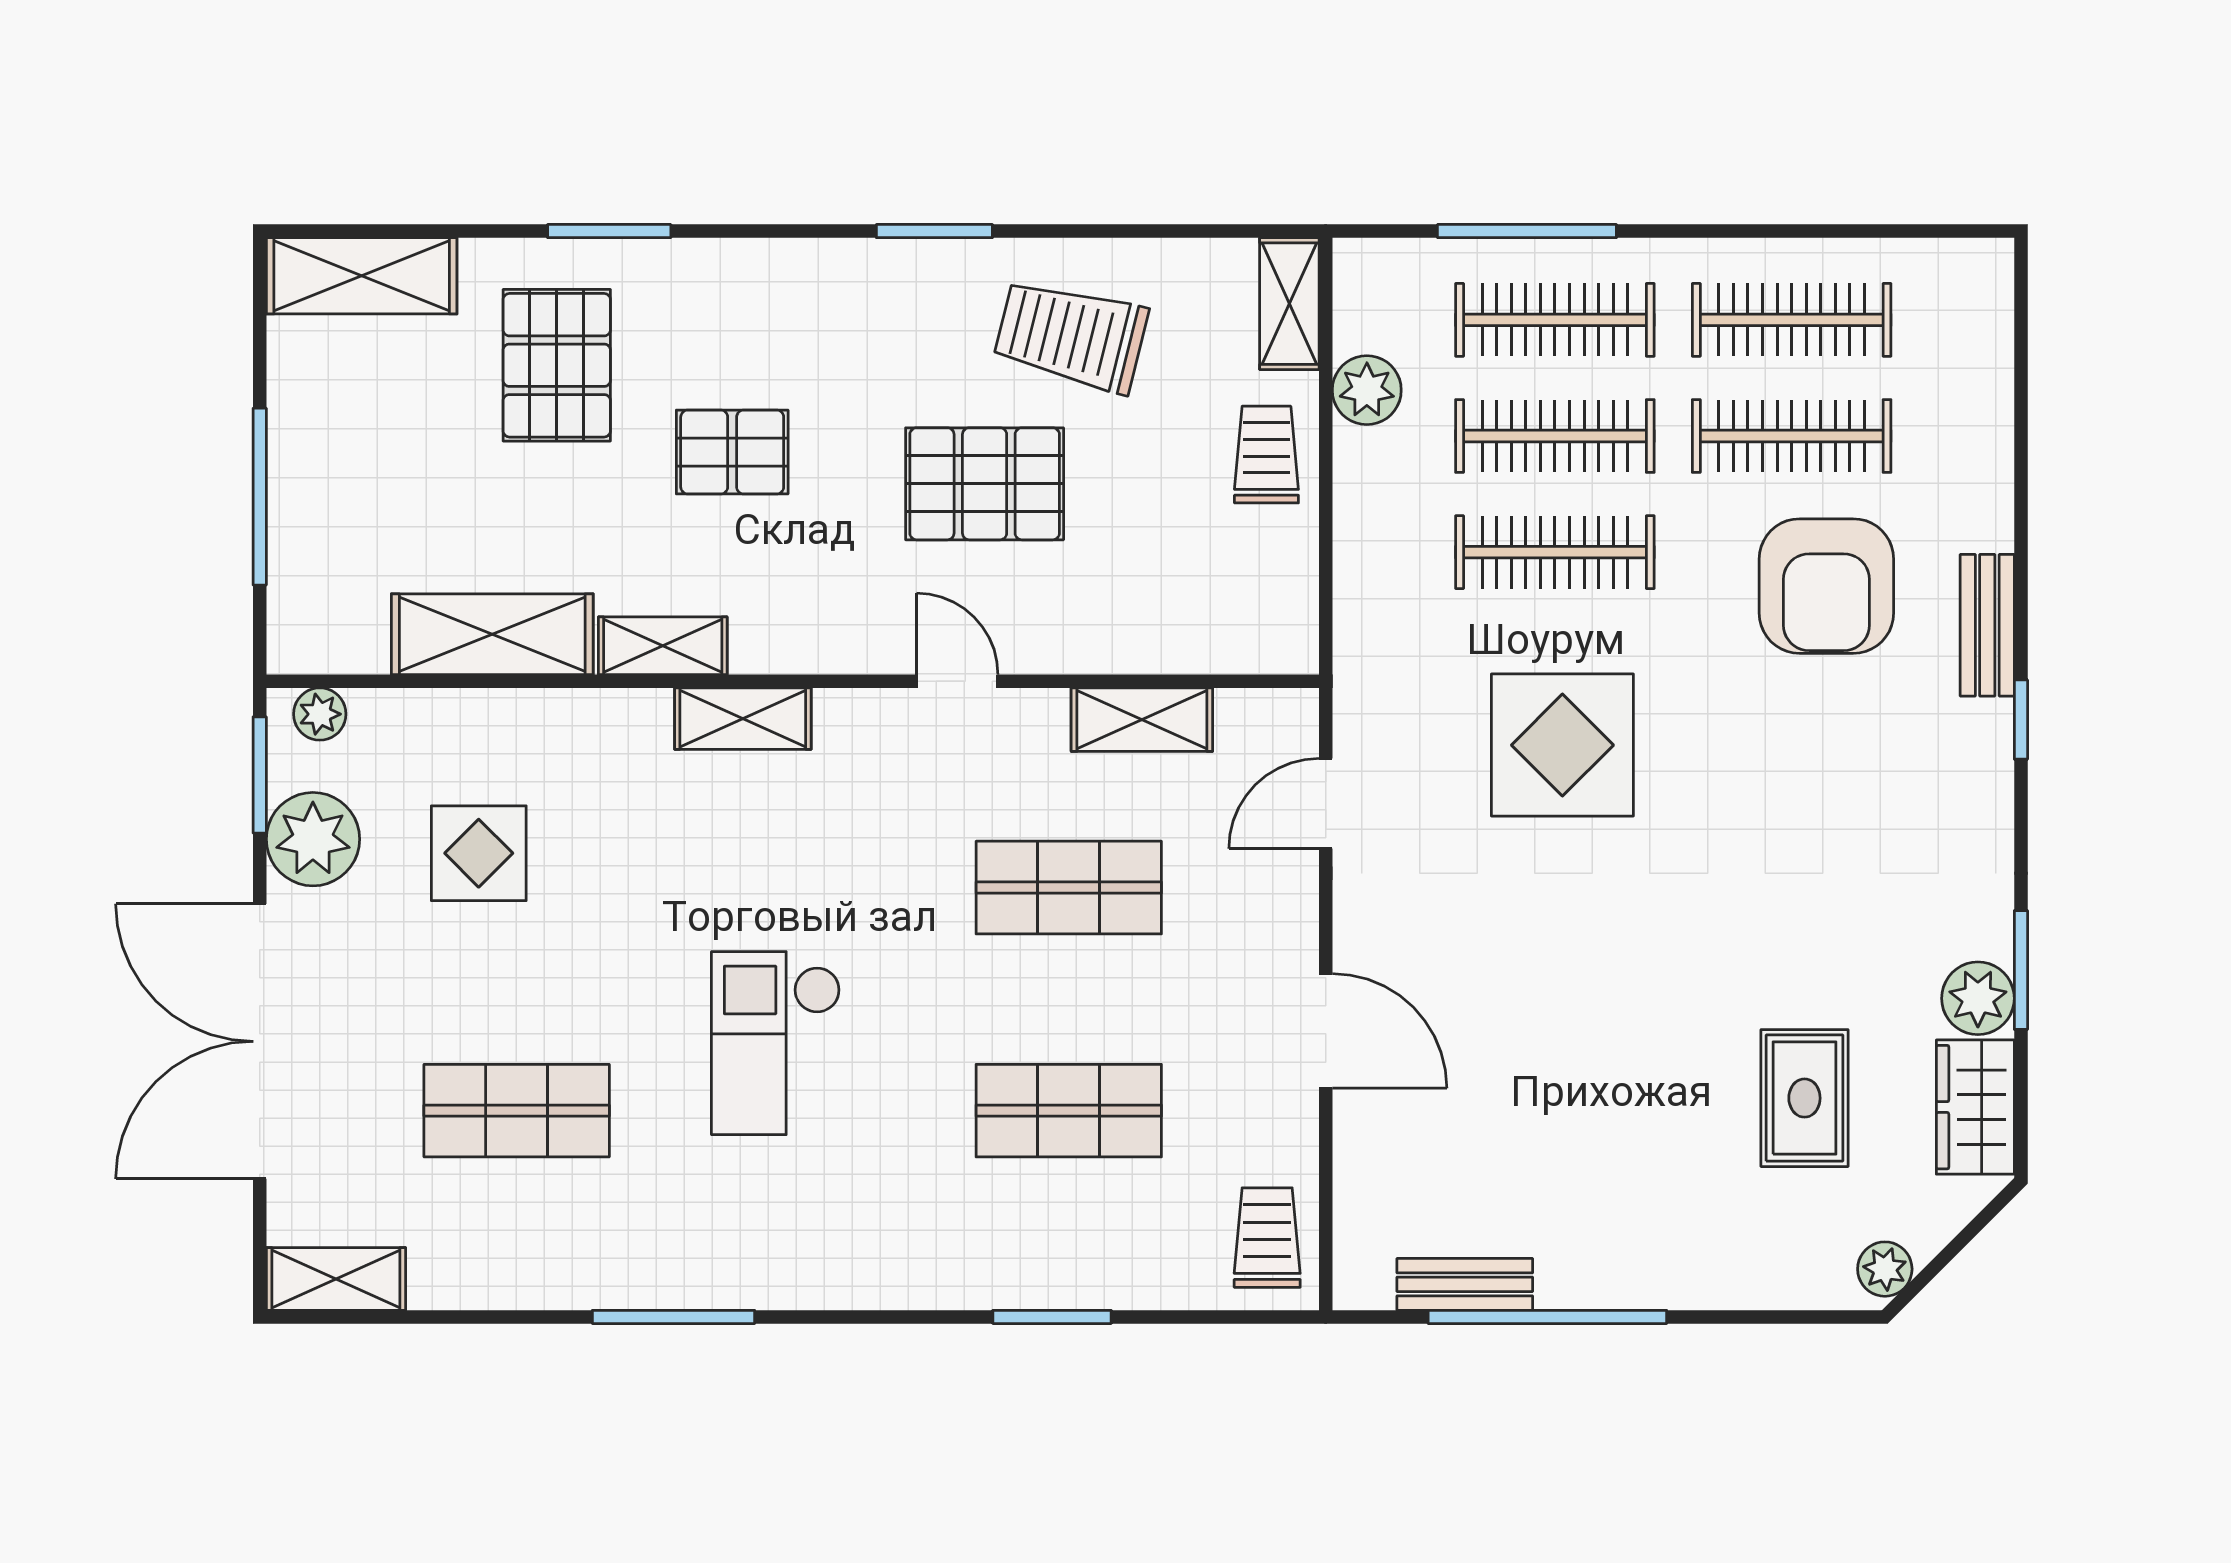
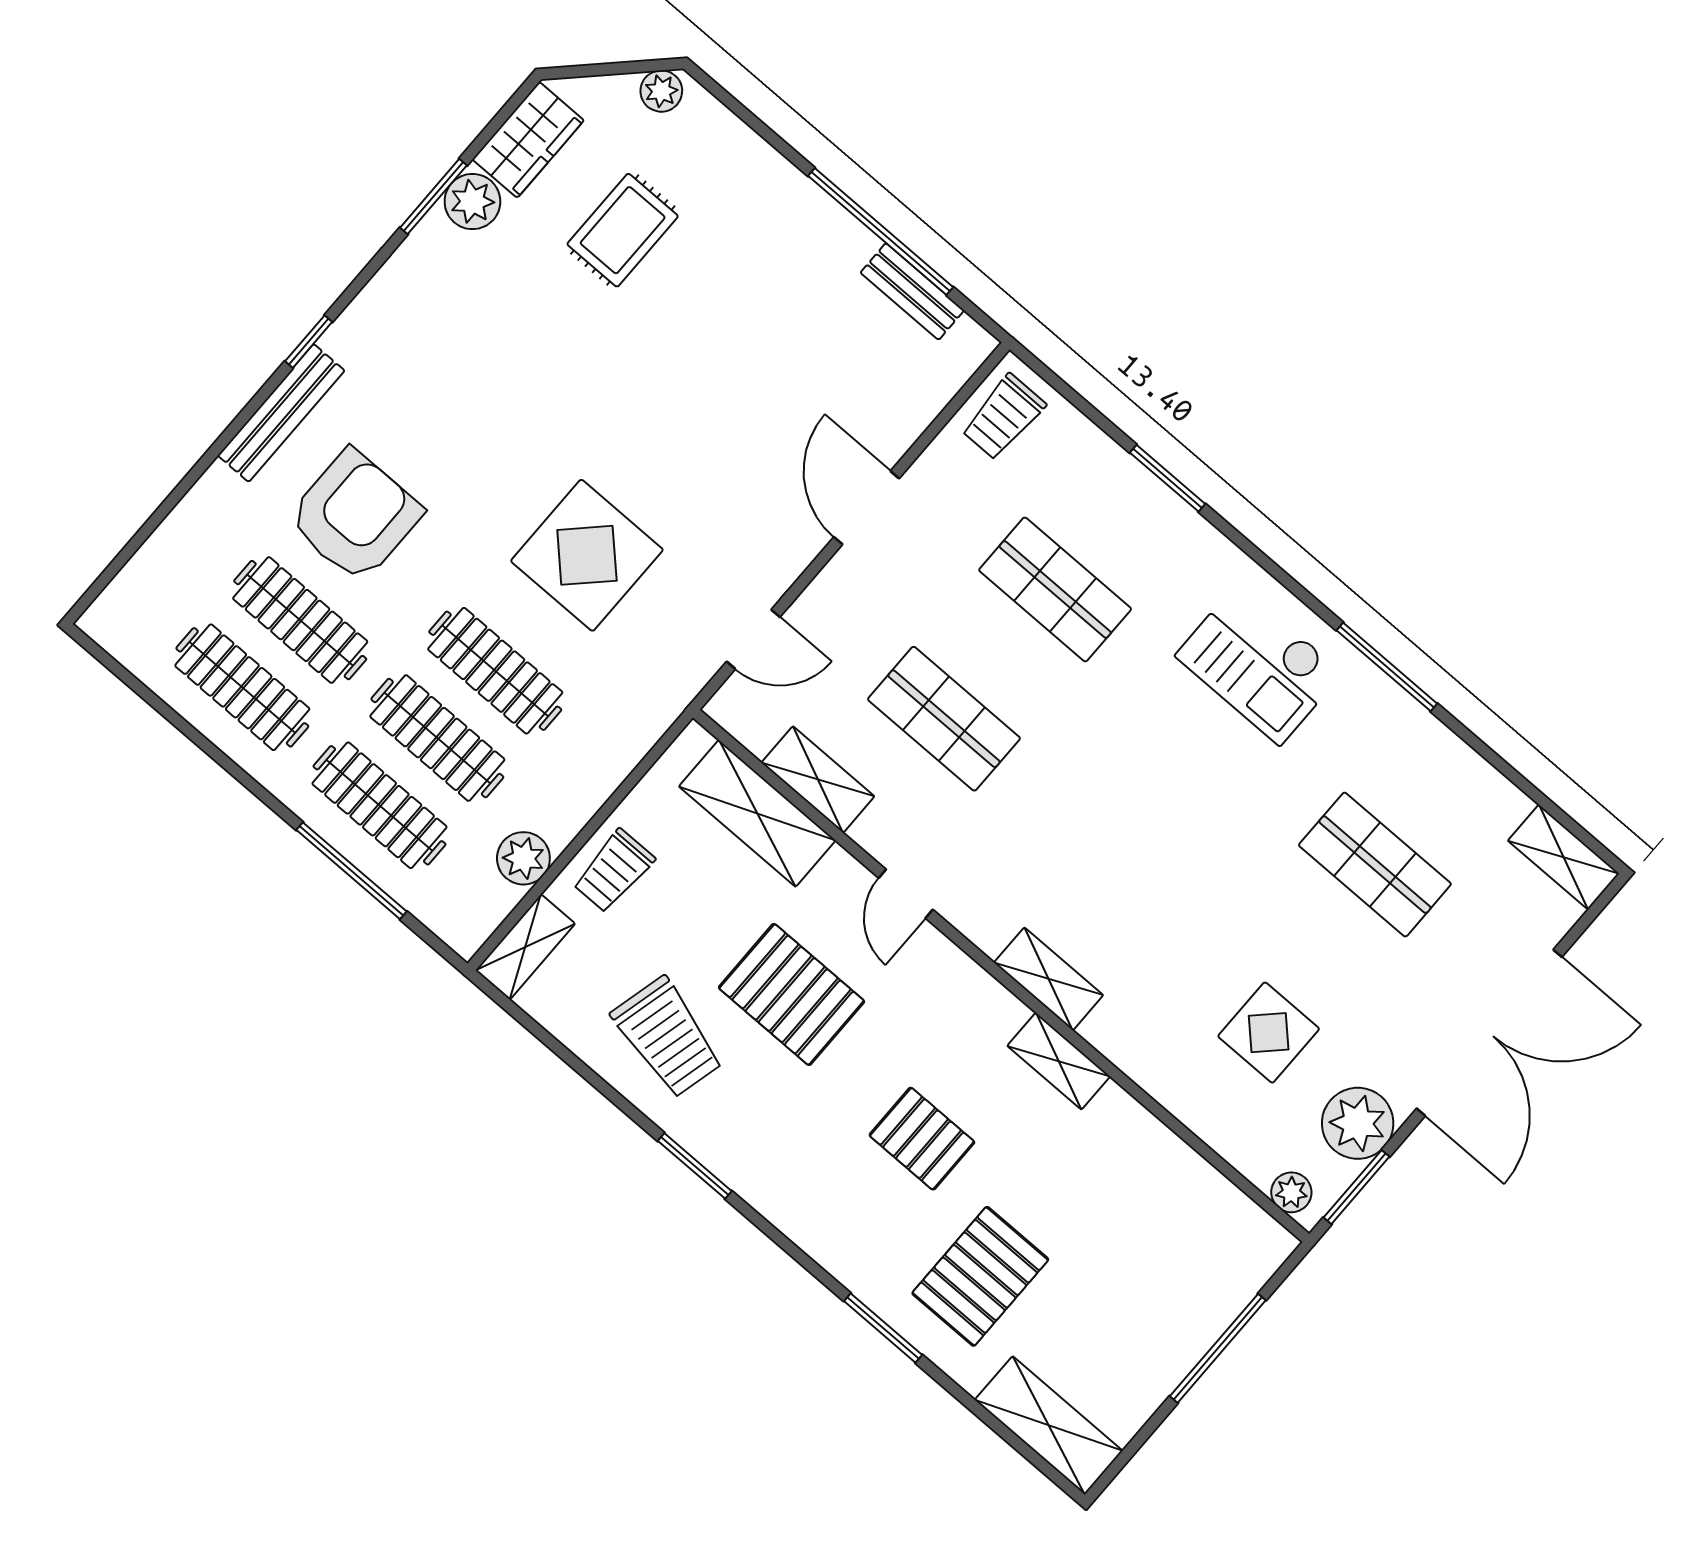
bench: (1987, 625) -> (281, 413), width x1.36
shelving: (492, 634) -> (757, 813), moved
checkout: (776, 1043) -> (1259, 664), moved, turned 90

